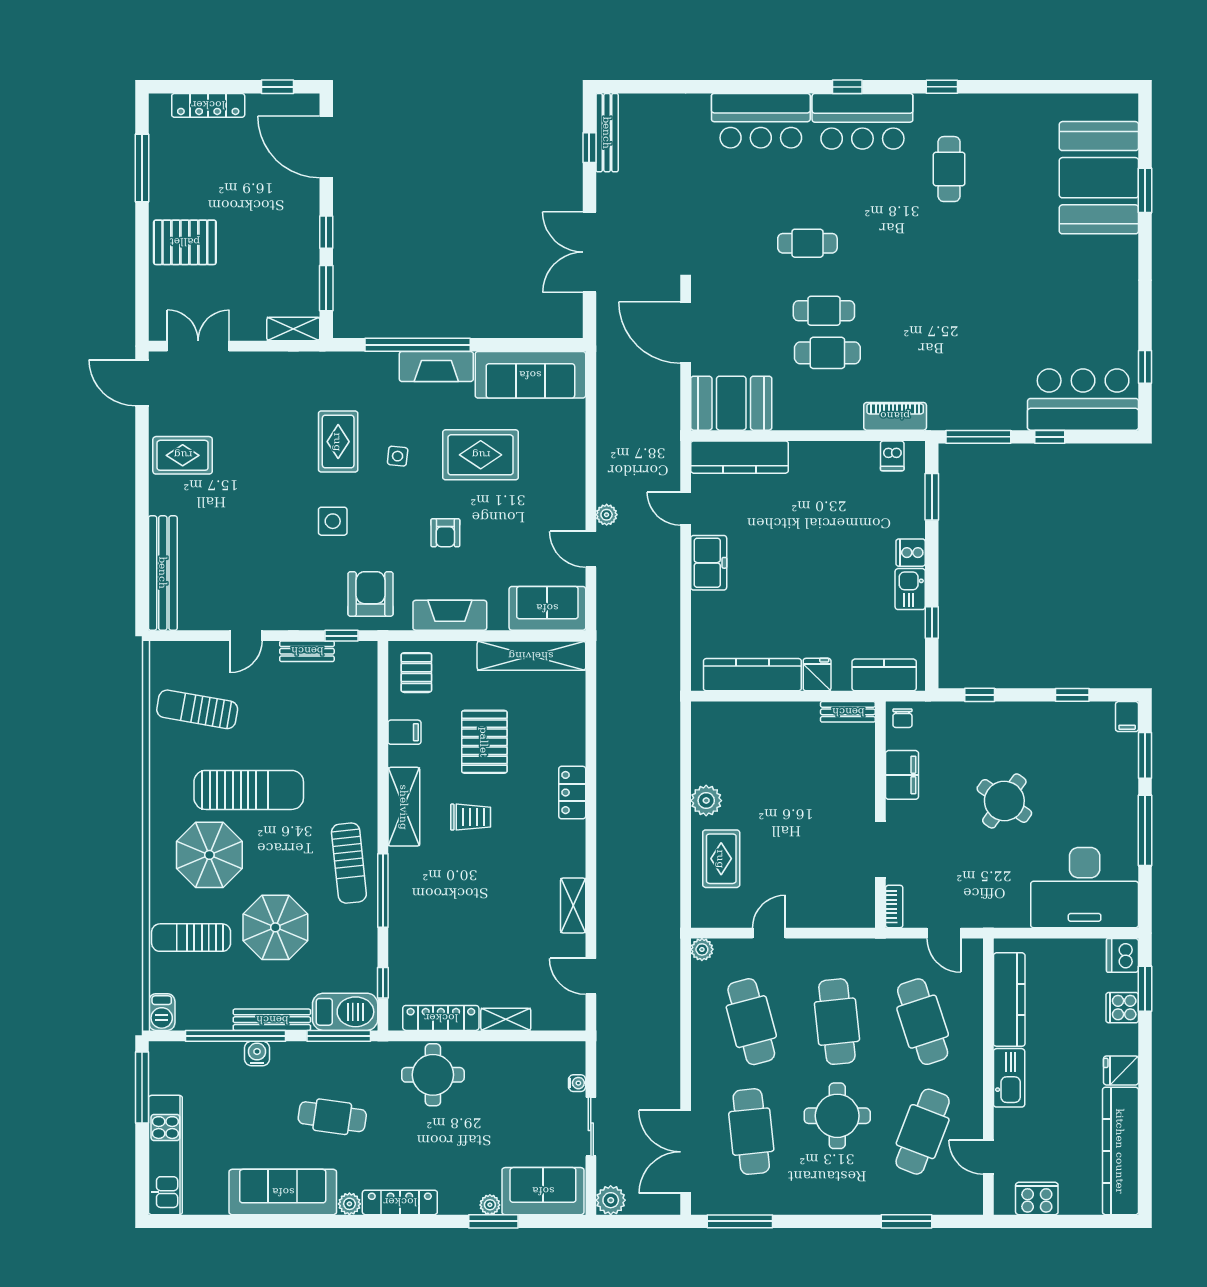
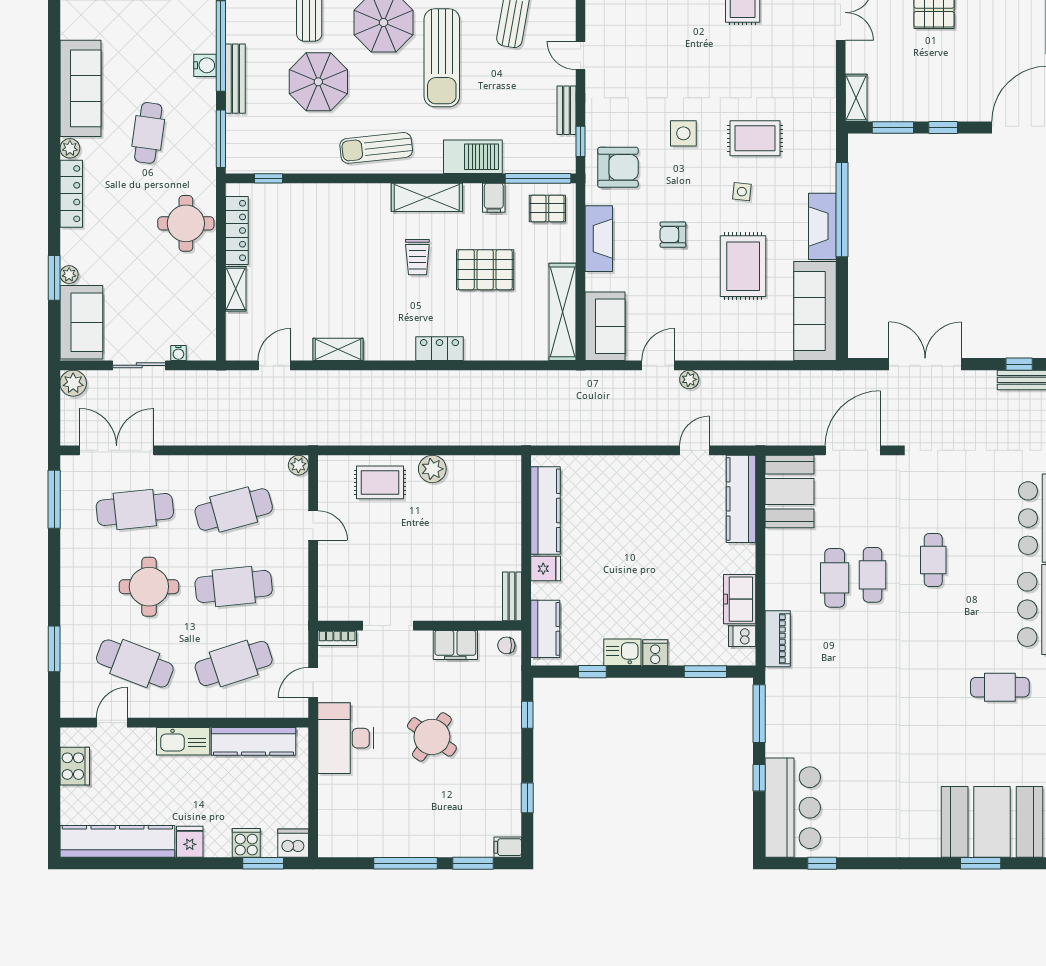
freezer: (709, 563) -> (740, 599), moved, turned 90
desk: (1085, 888) -> (346, 738), moved, width x0.73, depth x0.77
window: (383, 891) -> (538, 178), moved
barbecue: (345, 1012) -> (473, 157), moved, turned -90

